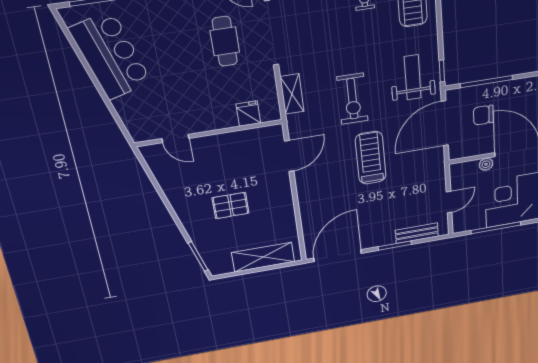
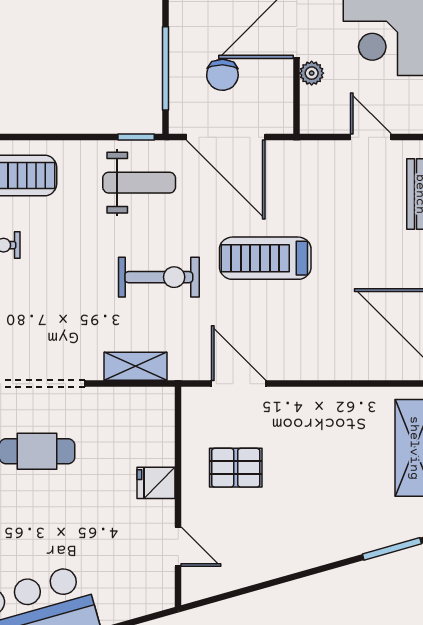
weight bench: (413, 77) -> (139, 183), turned 180
fridge: (248, 114) -> (156, 483), moved
door: (175, 138) -> (178, 547), hinge flipped
pallet: (231, 206) -> (236, 468), moved, turned 90

